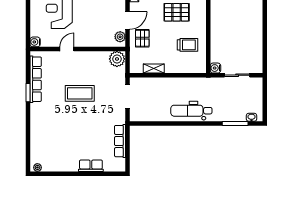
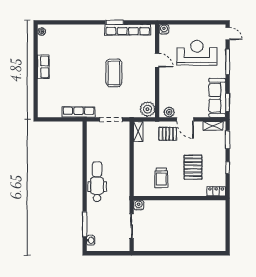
shelving: (154, 68) -> (138, 132), moved
row of seats: (120, 141) -> (79, 112), moved
row of seats: (91, 166) -> (43, 67), moved

